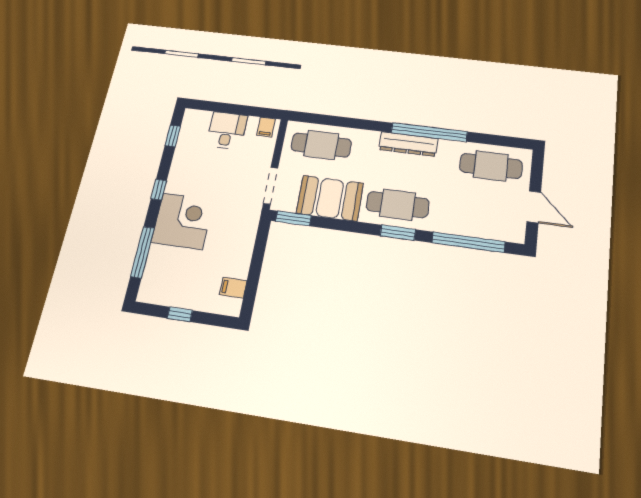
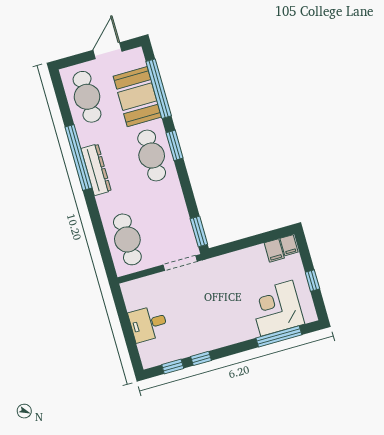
filing cabinet: (266, 127) -> (289, 245), moved, turned 90
window: (159, 190) -> (201, 358), moved
booth: (330, 198) -> (137, 97), moved
corner desk: (182, 221) -> (277, 308), moved

